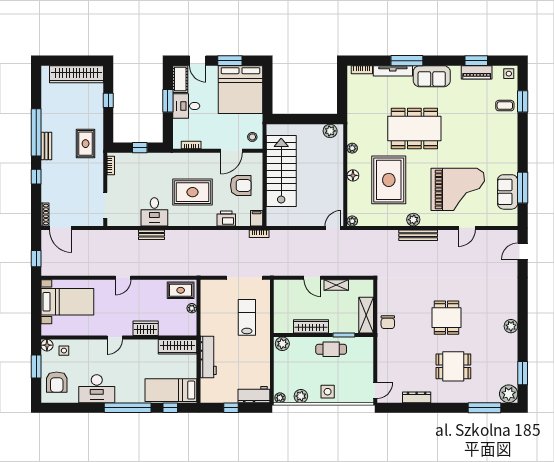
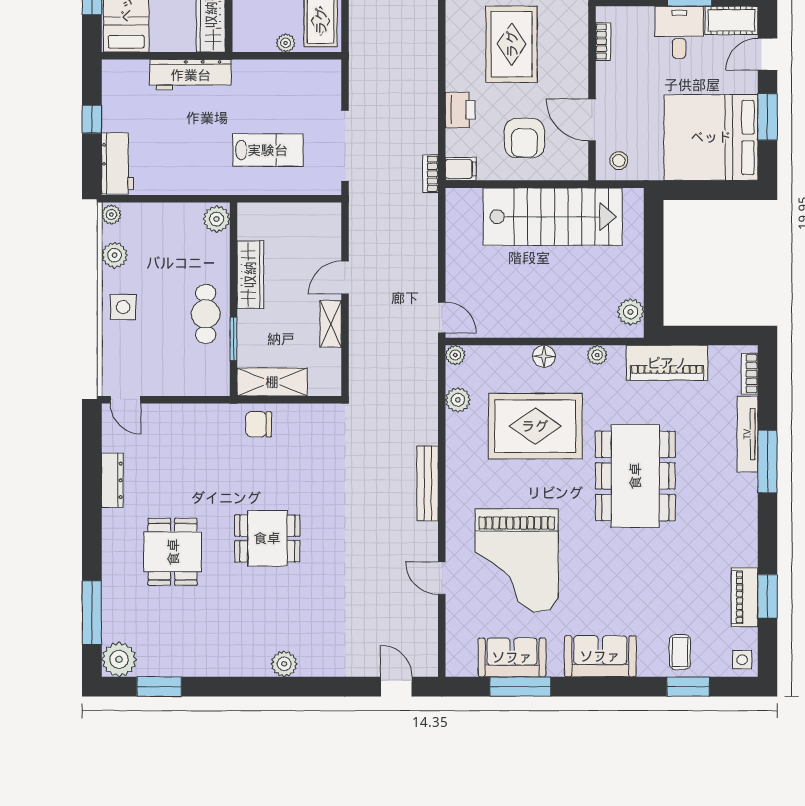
sofa: (432, 76) -> (600, 656), moved, turned 90
piano: (356, 112) -> (667, 363), added
plant: (413, 220) -> (458, 400), moved
plant: (511, 326) -> (284, 664), moved

